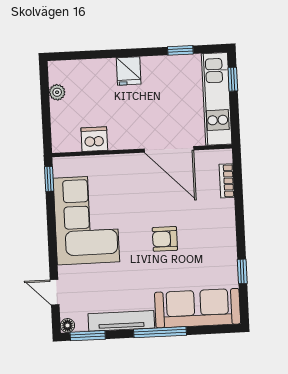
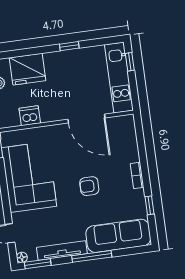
window: (180, 50) -> (69, 46), moved
fridge: (129, 71) -> (28, 69), moved, width x1.88, depth x1.34
bookcase: (227, 181) -> (137, 175), moved

